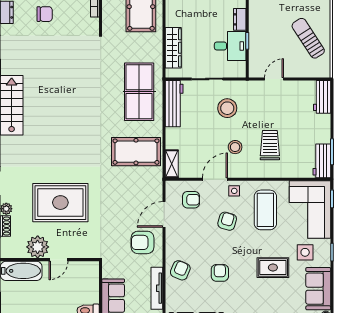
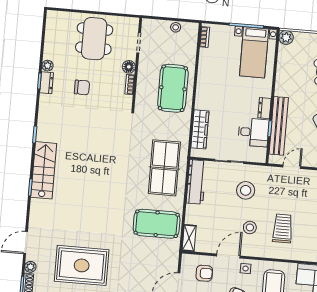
bench: (256, 37) -> (279, 126), added

